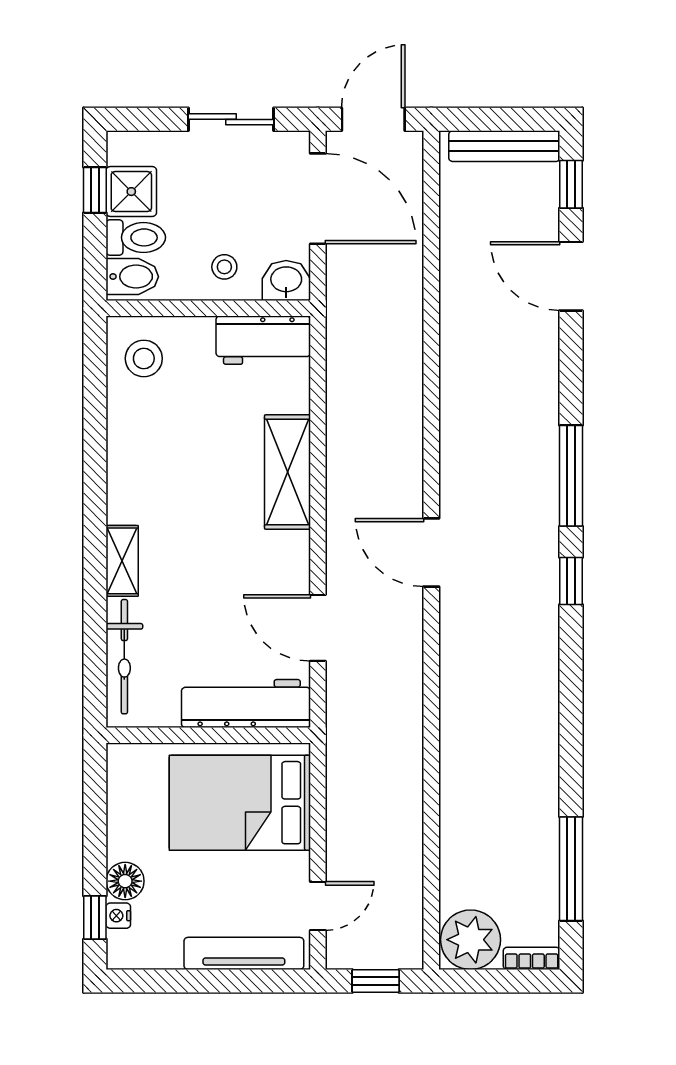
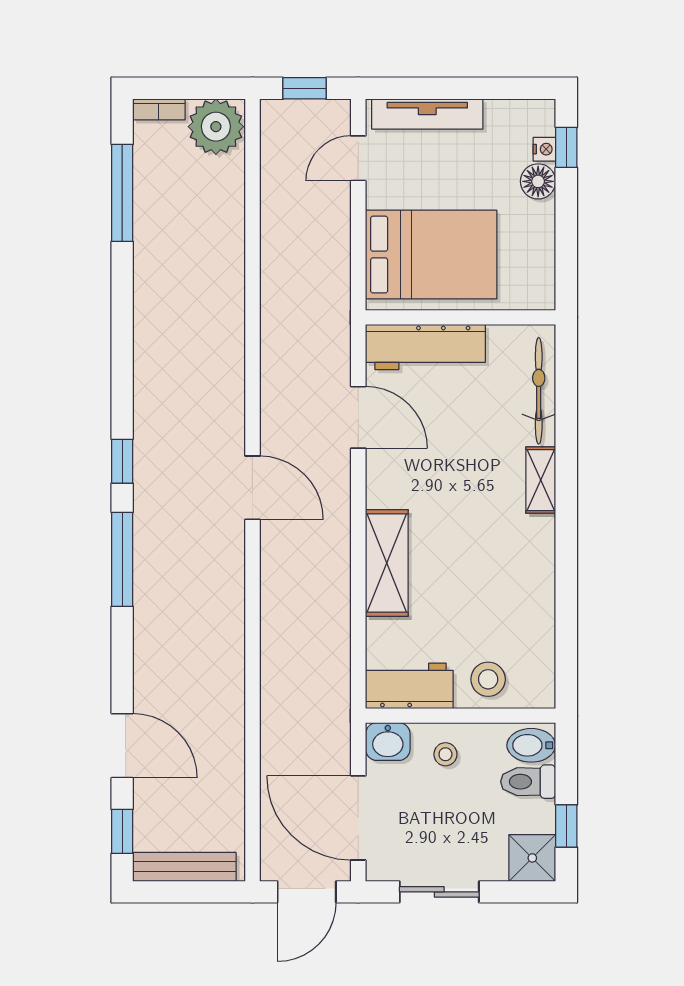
shower: (131, 192) -> (532, 858), moved
stool: (144, 358) -> (488, 679), moved

